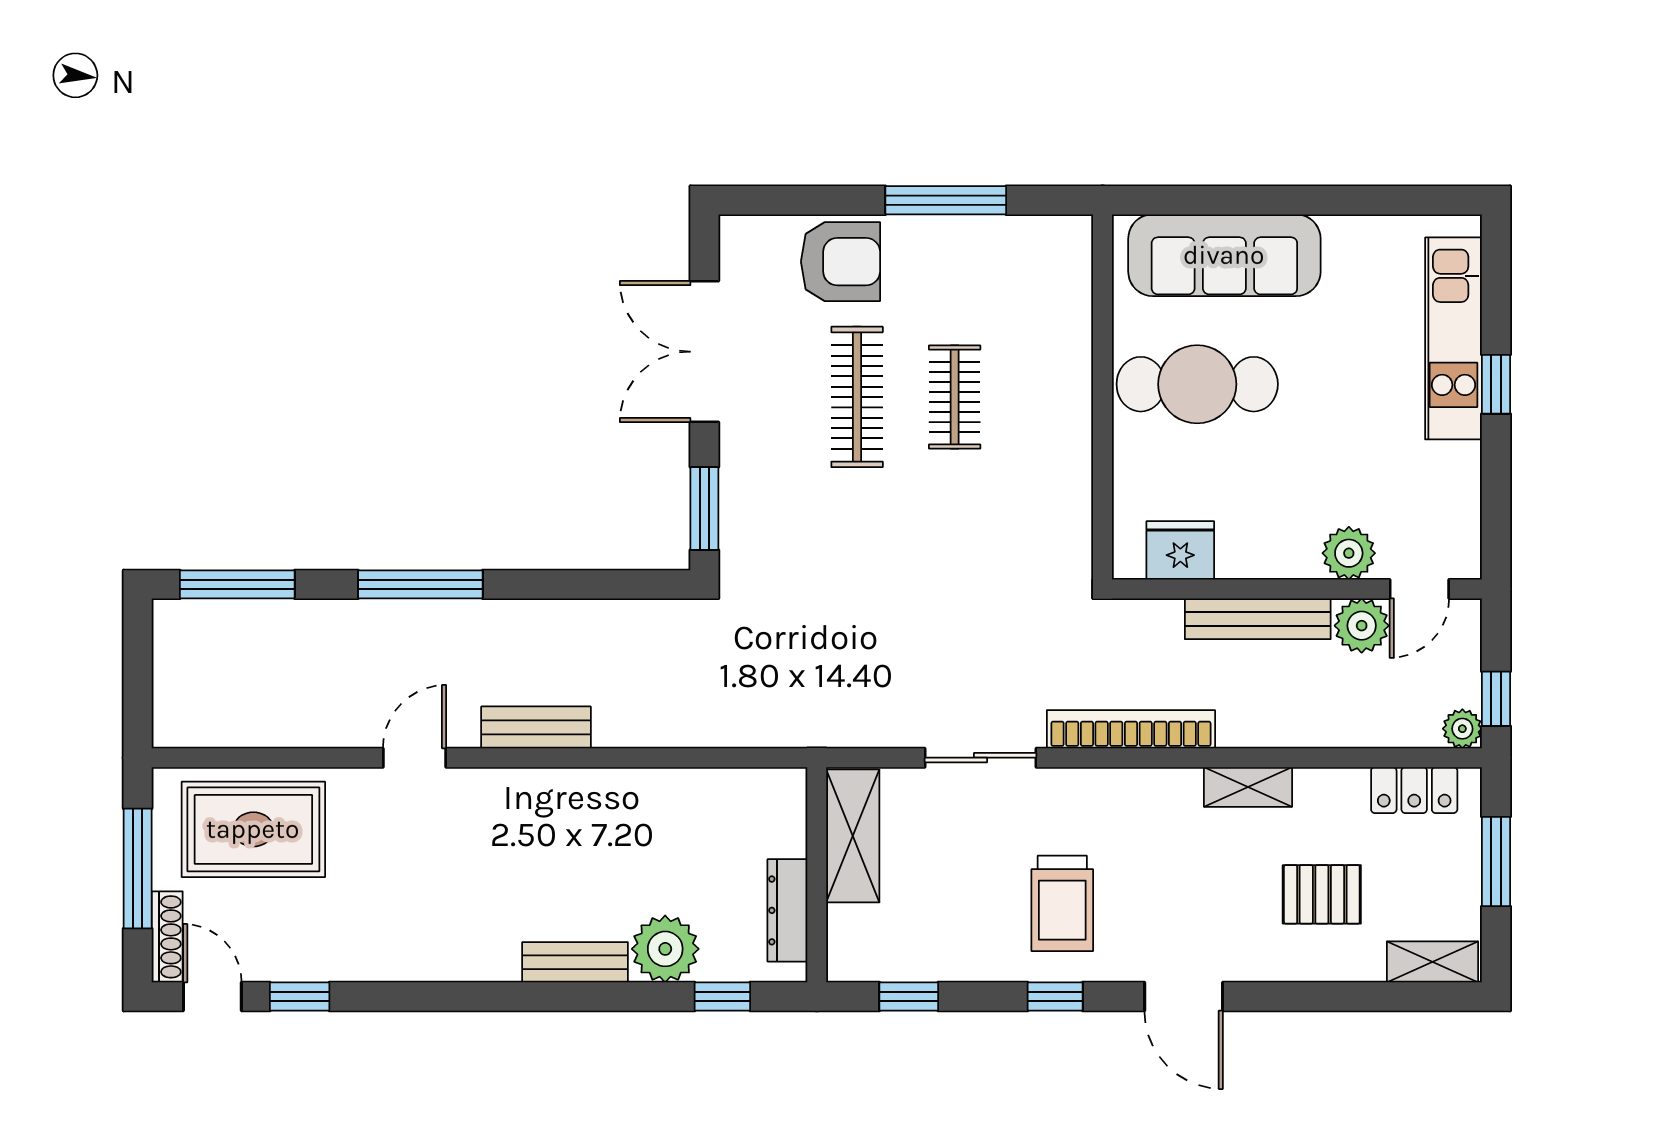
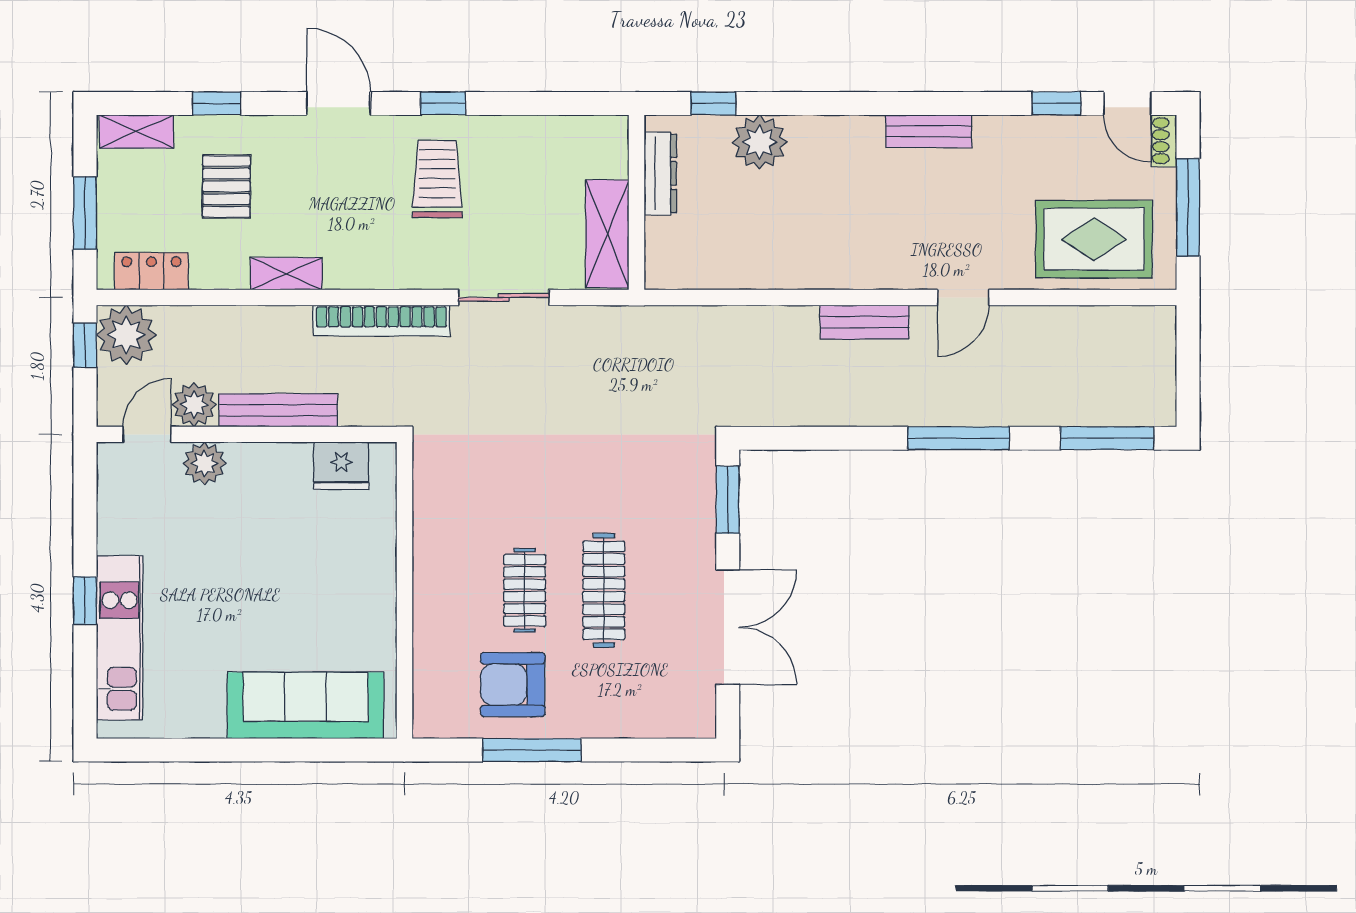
armchair: (841, 262) -> (513, 685), moved
cafe table: (1197, 384) -> (328, 601), removed
plant: (1462, 729) -> (126, 335), width x1.88, depth x1.88
pallet: (1322, 894) -> (226, 186), turned 90
shoe rack: (167, 937) -> (1164, 141), width x0.70
bench: (575, 962) -> (929, 131), moved
window: (909, 997) -> (217, 103), moved

